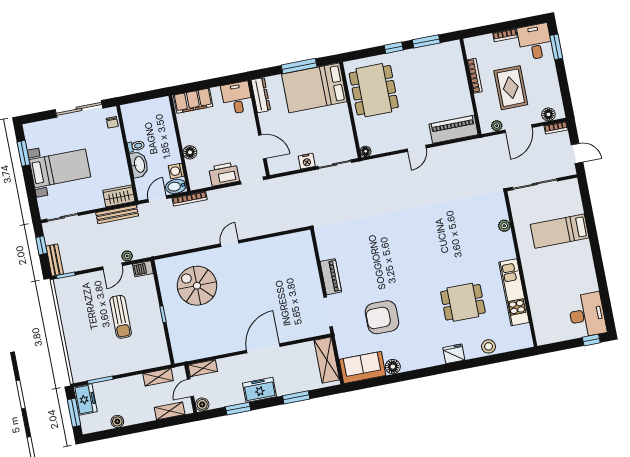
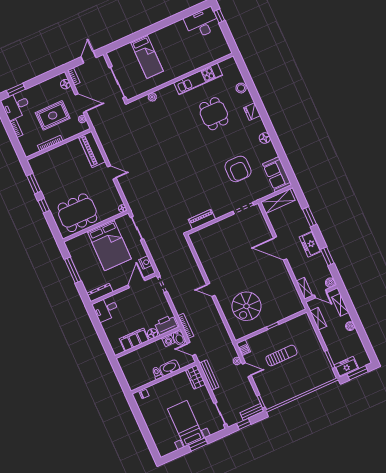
bed: (314, 88) -> (109, 245), moved
filing cabinet: (193, 101) -> (134, 340), moved, turned -90
sliding door: (79, 109) -> (140, 420), removed
window: (24, 153) -> (198, 444), moved
nightstand: (307, 161) -> (145, 262), moved
printer: (224, 174) -> (166, 325), moved, turned 90
piano: (331, 277) -> (202, 219), moved
floor lamp: (393, 367) -> (265, 138), moved
boiler: (117, 421) -> (350, 326), moved

